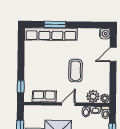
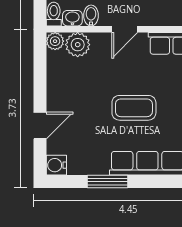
window: (55, 24) -> (107, 182), moved
coffee table: (76, 71) -> (134, 108), moved, turned 90

